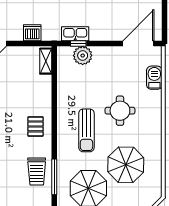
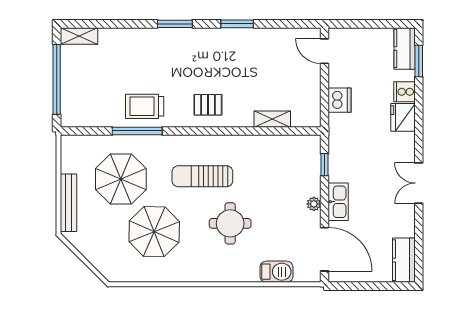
kitchen sink: (75, 34) -> (338, 202), moved
plant: (83, 56) -> (314, 204), moved, width x0.53, depth x0.53
shelving: (46, 61) -> (272, 119), moved

